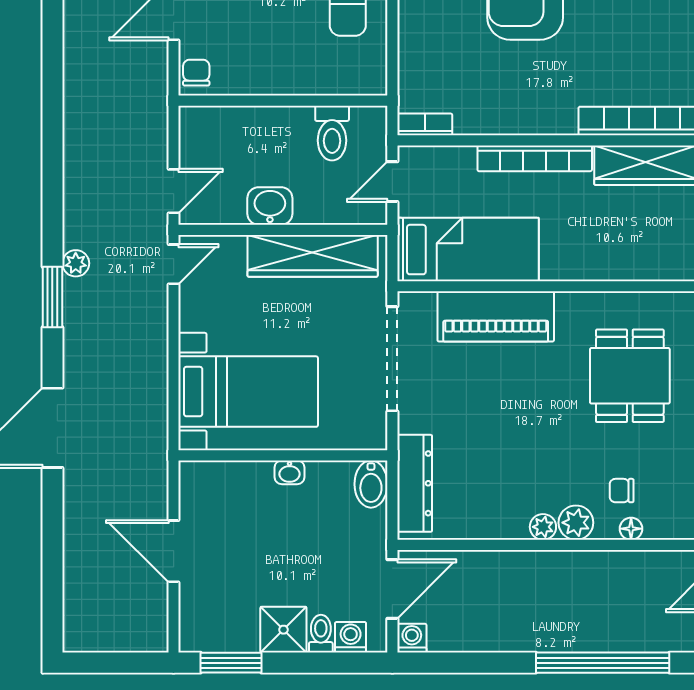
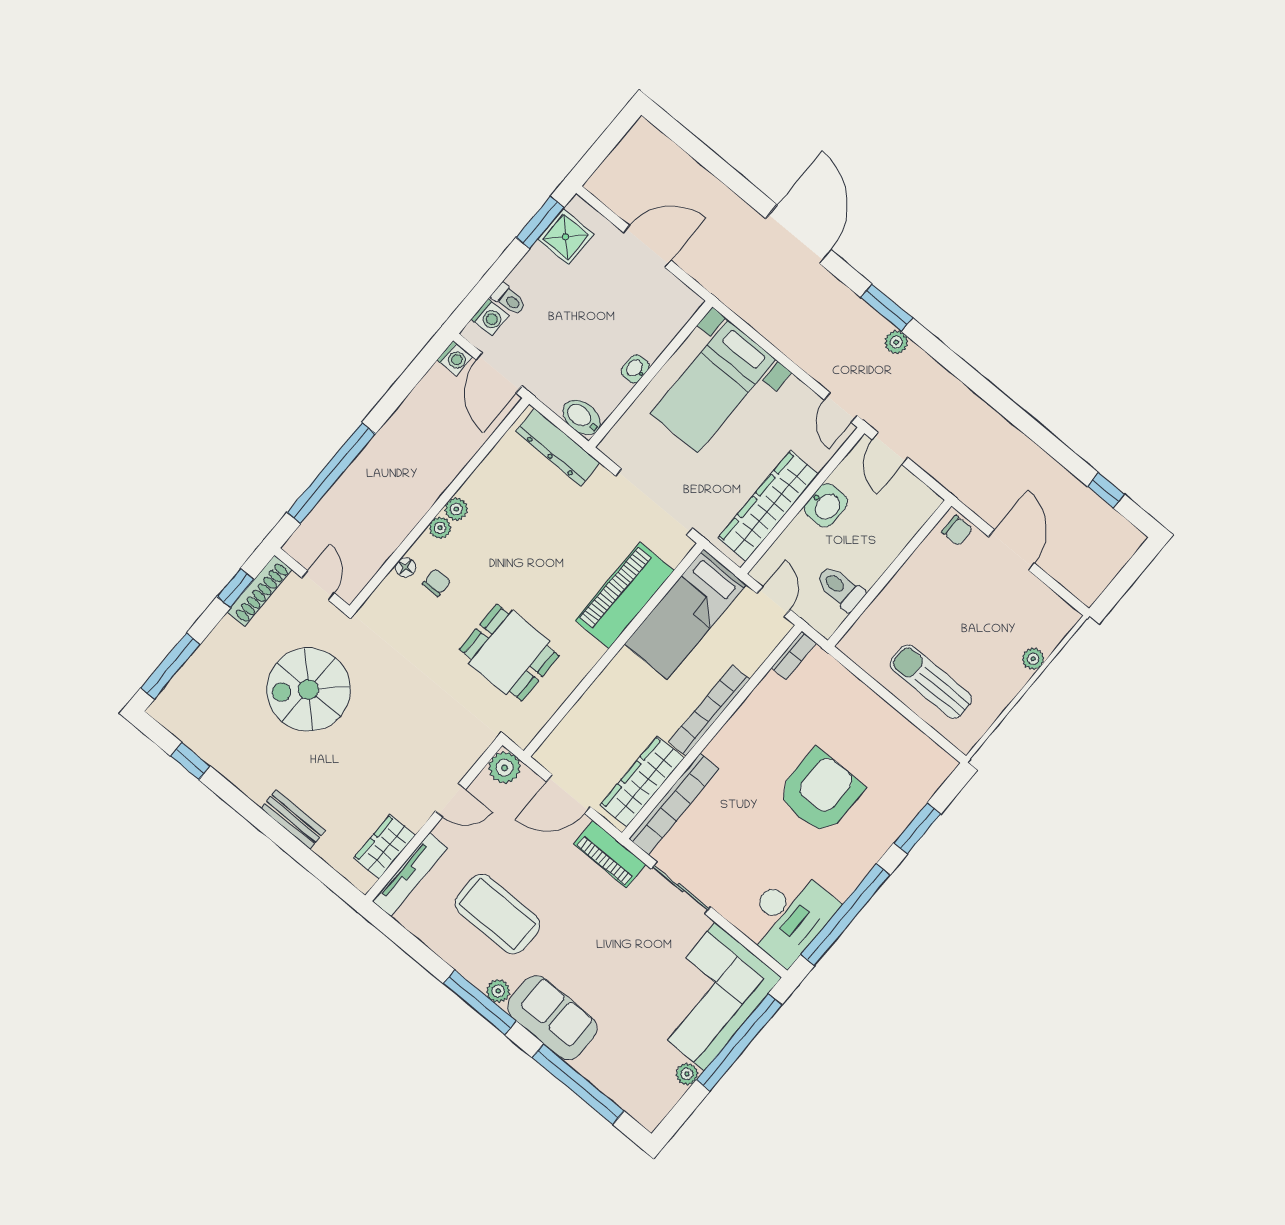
plant: (576, 523) -> (440, 528), width x0.73, depth x0.73
shower: (283, 630) -> (566, 237), moved

